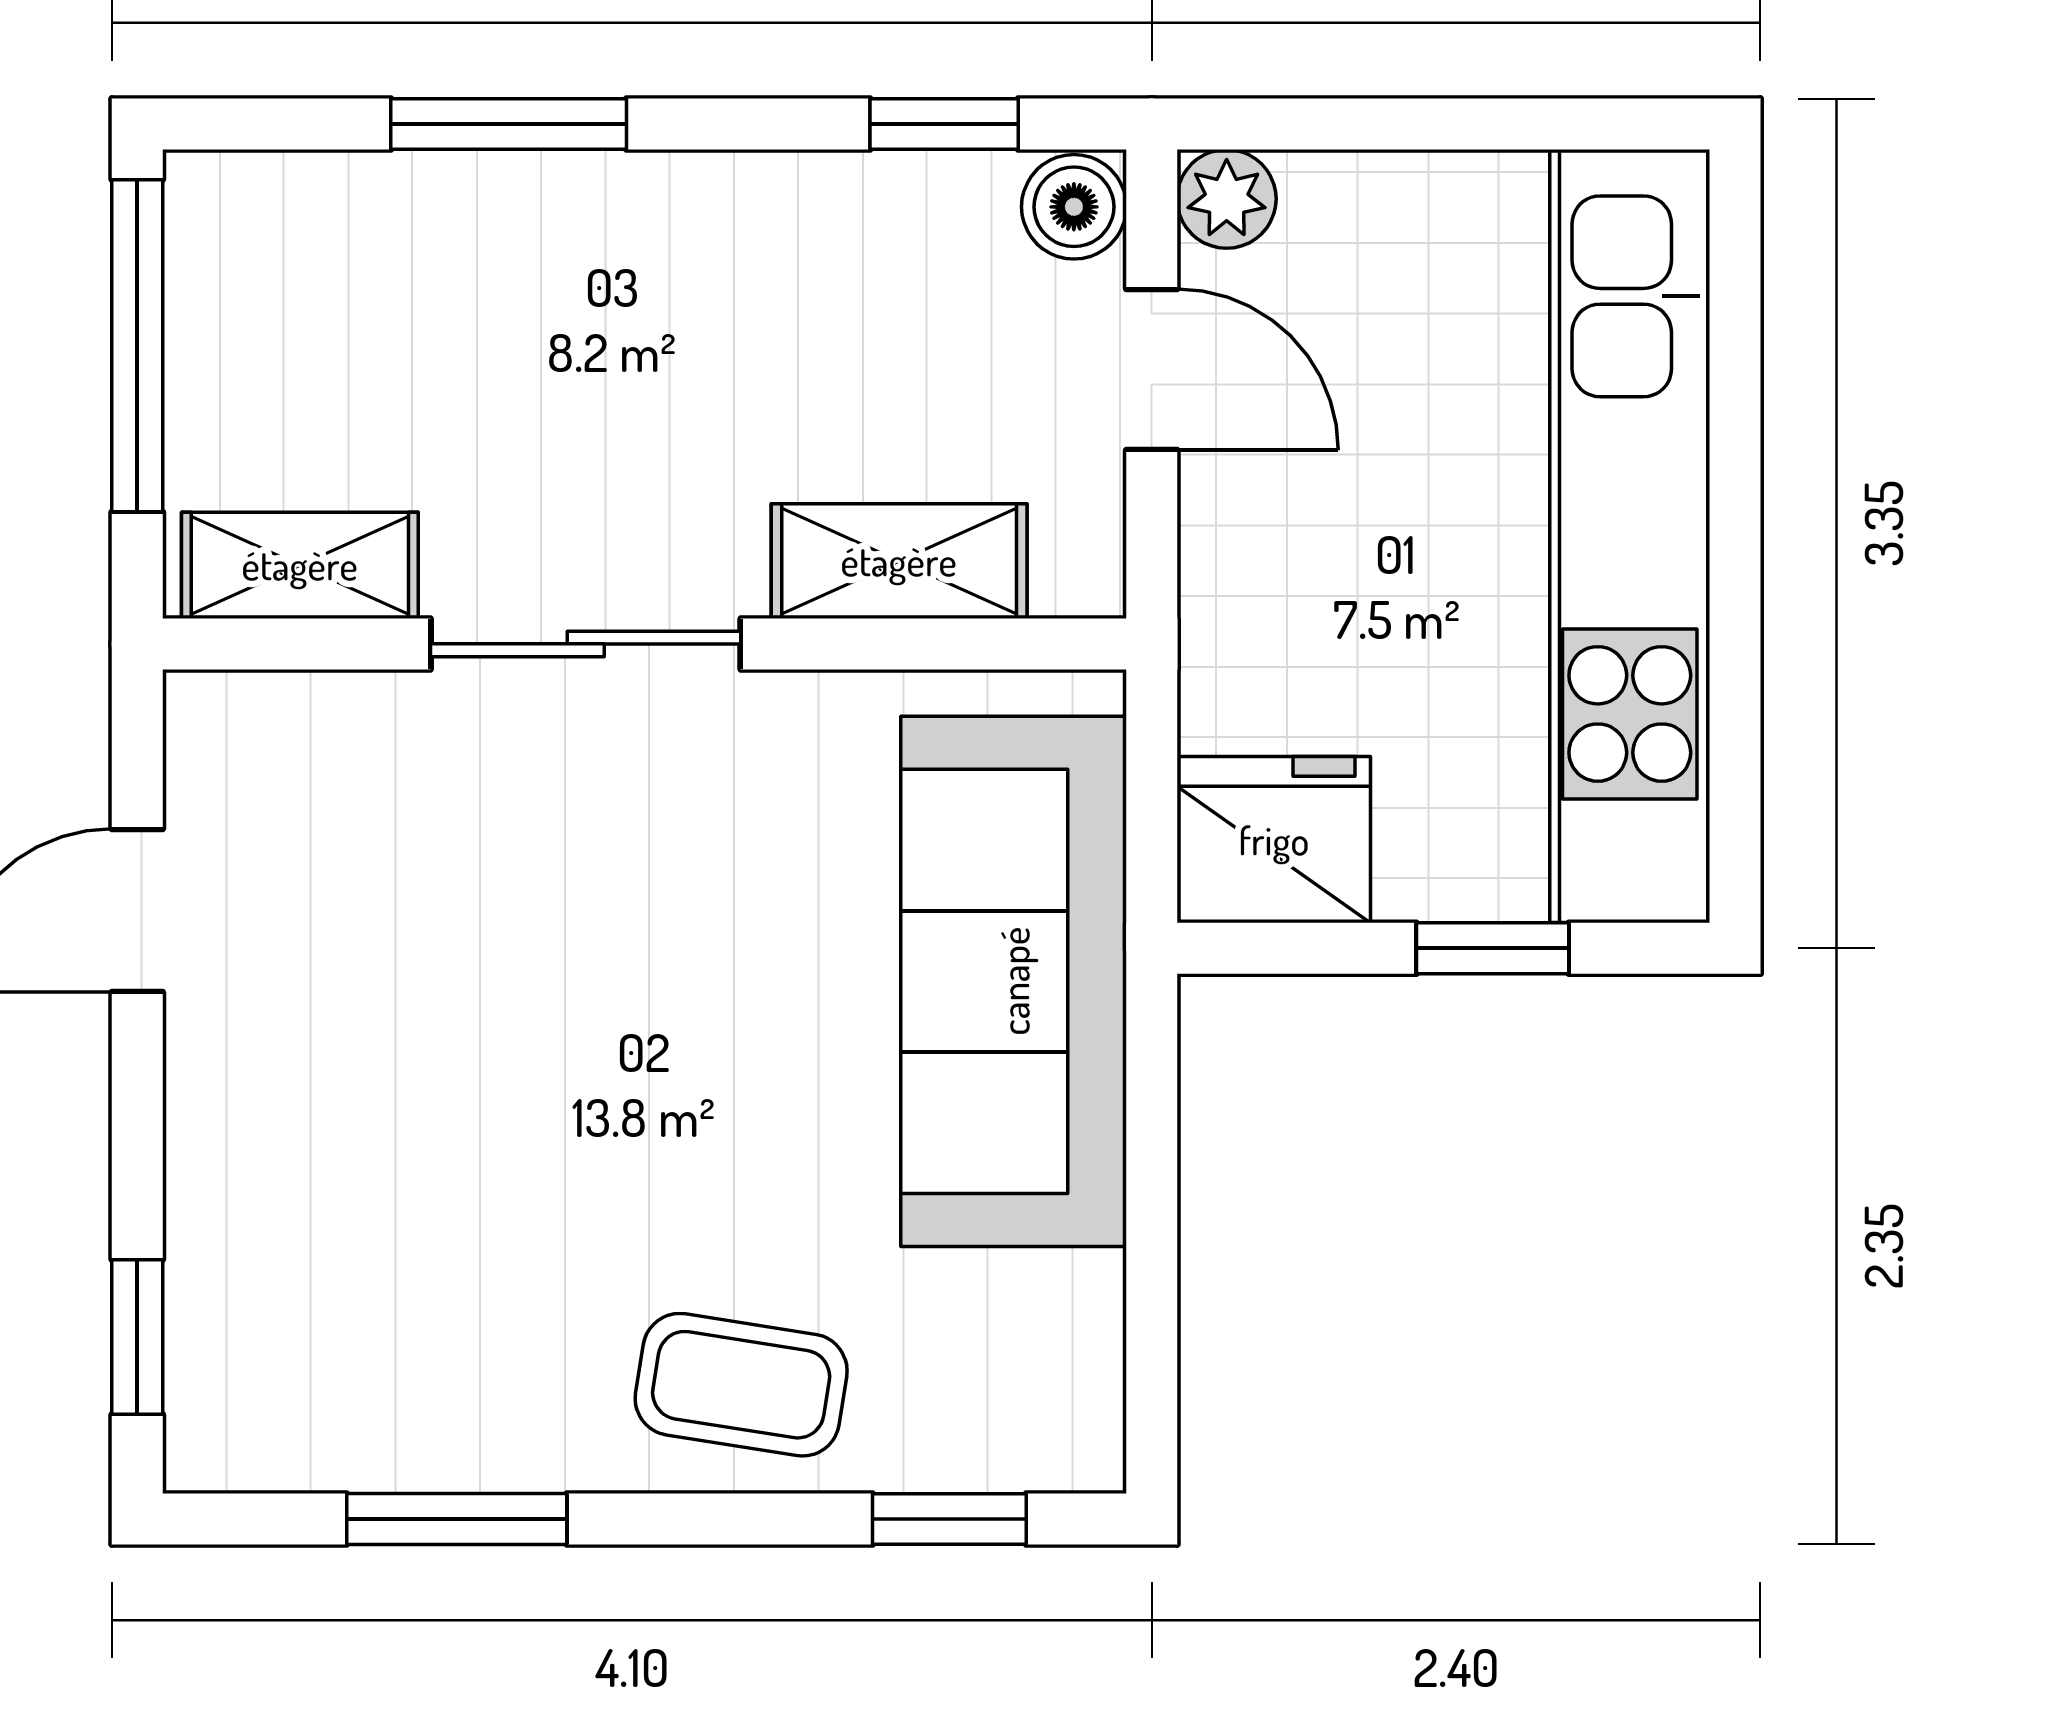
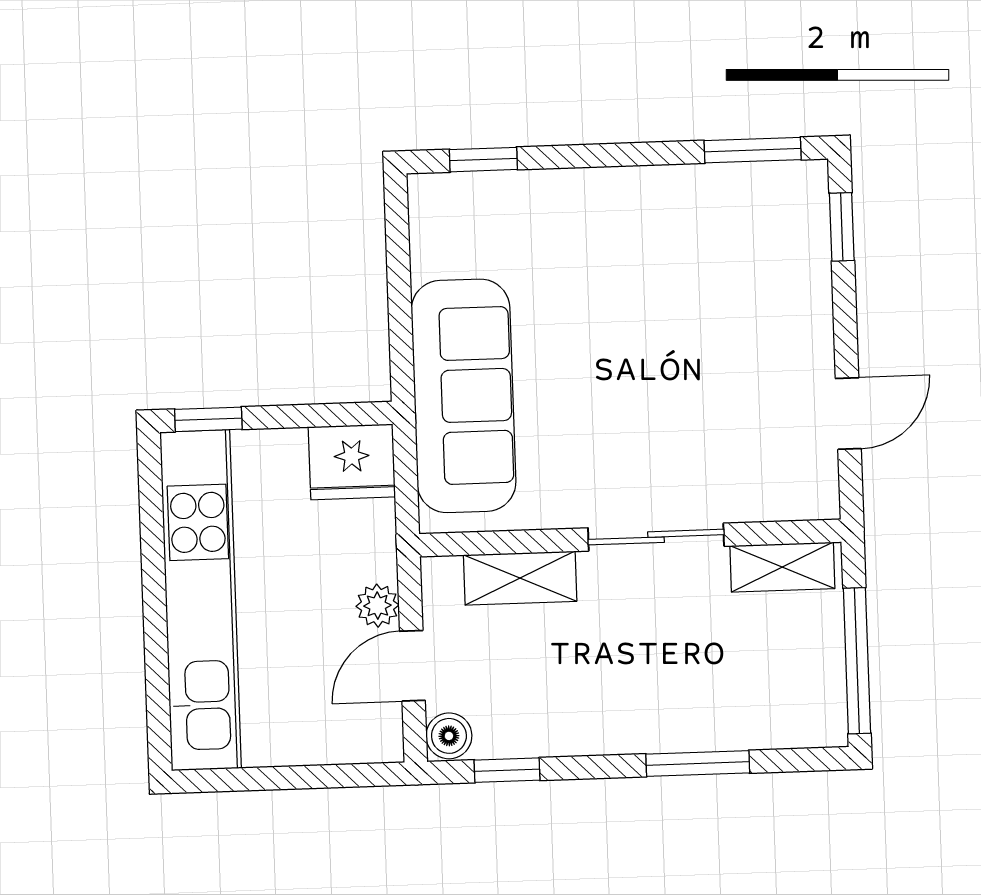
plant: (1227, 199) -> (377, 606), moved
door: (1152, 370) -> (412, 666), hinge flipped
window: (1493, 948) -> (208, 419), moved
coffee table: (741, 1385) -> (577, 215), removed
window: (457, 1519) -> (753, 150), moved

